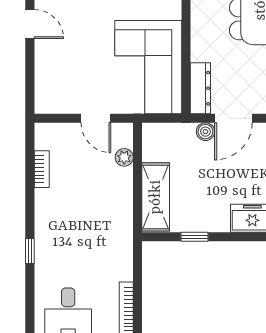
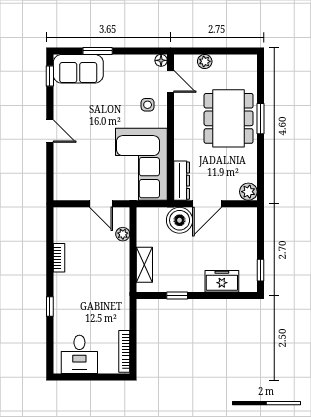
boiler: (205, 132) -> (180, 220), width x1.86, depth x1.86
bookcase: (42, 169) -> (59, 258), moved
shelving: (156, 197) -> (144, 265), width x0.67, depth x0.75

